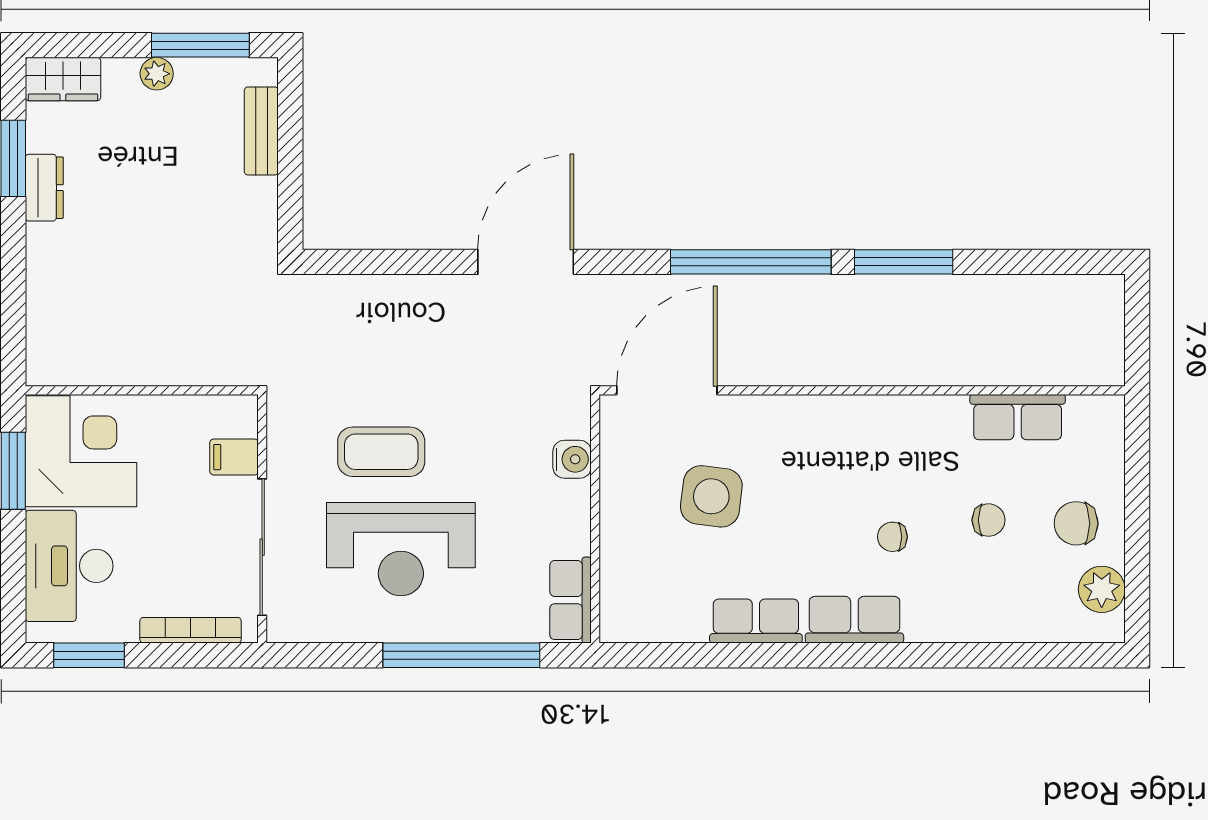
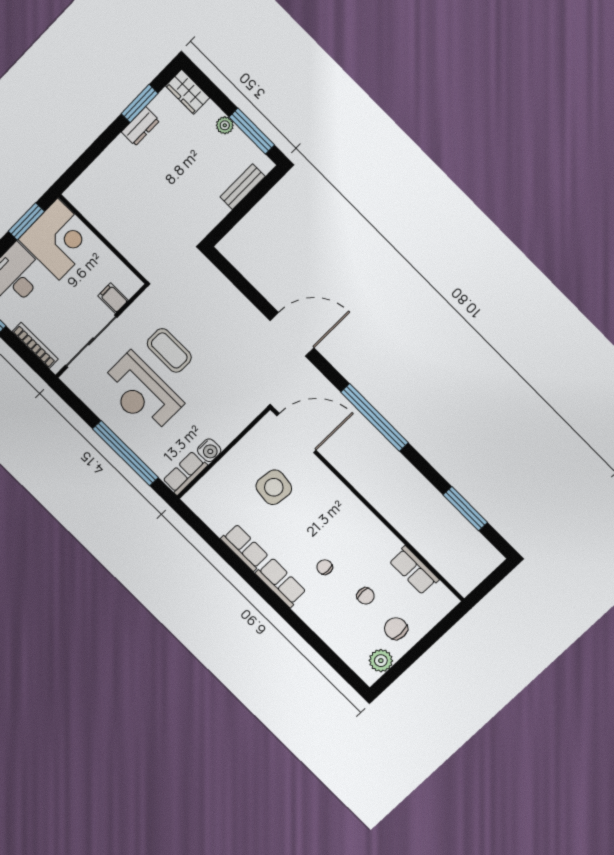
window: (904, 262) -> (465, 509), moved
water cooler: (572, 459) -> (209, 450), moved

